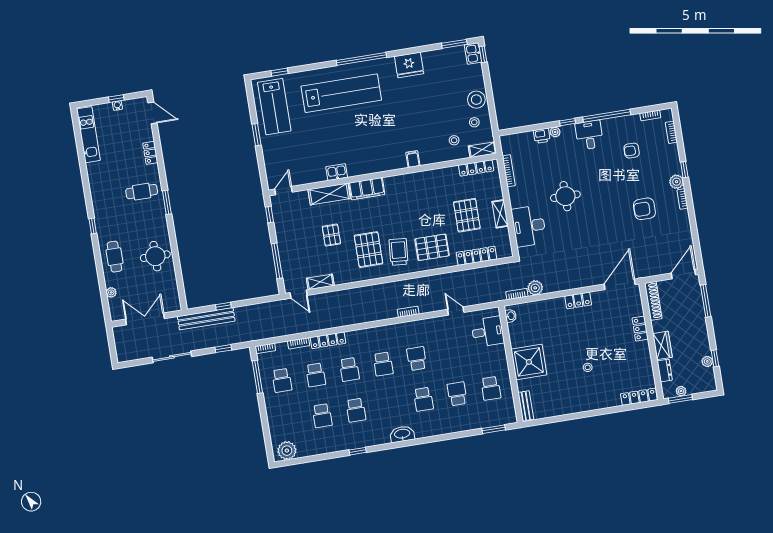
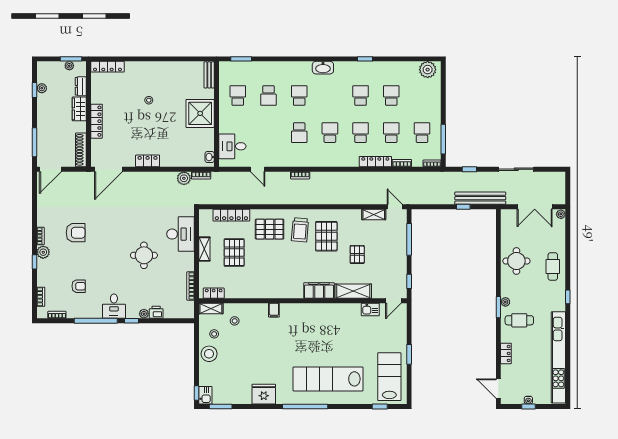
kitchen unit: (88, 135) -> (558, 357), width x1.86
locker: (476, 168) -> (214, 293), width x0.66
kitchen sink: (337, 172) -> (370, 310), moved
plant: (160, 209) -> (505, 302), added
plant: (111, 292) -> (561, 214), moved
locker: (640, 329) -> (97, 121), width x1.53

